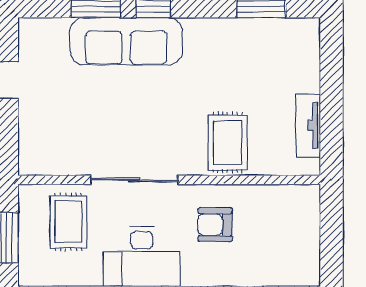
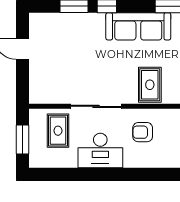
sofa: (126, 41) -> (138, 26), moved

